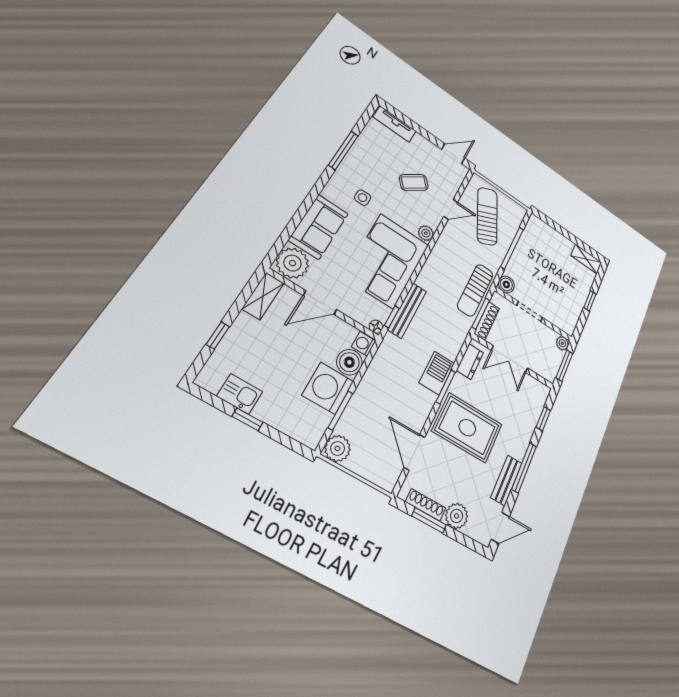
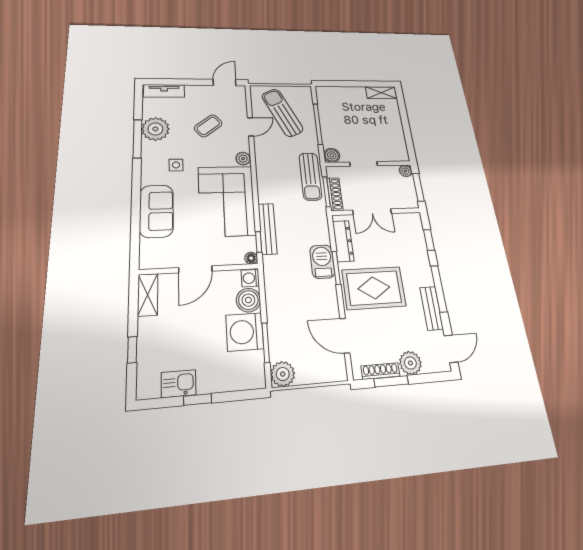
plant: (293, 263) -> (155, 129), moved
window: (590, 301) -> (405, 123), removed
dresser: (470, 361) -> (343, 241), width x1.44

